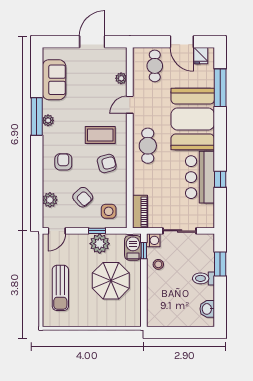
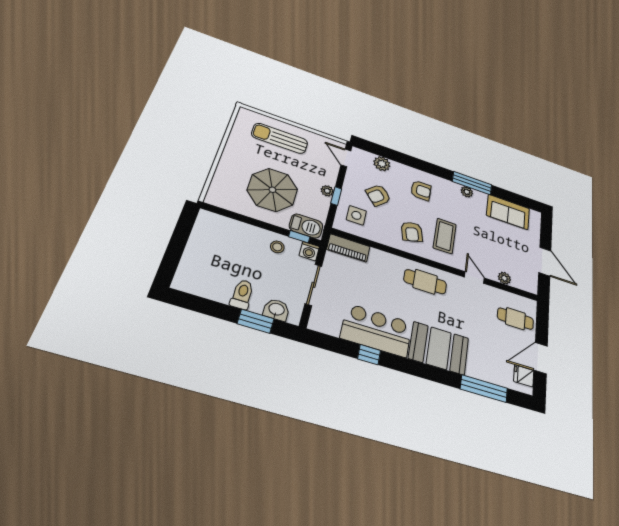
booth: (193, 119) -> (439, 348), width x0.73, depth x0.70
plant: (100, 244) -> (327, 191), width x0.53, depth x0.53
washbasin: (207, 309) -> (276, 310), moved

